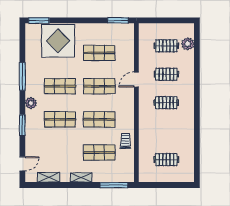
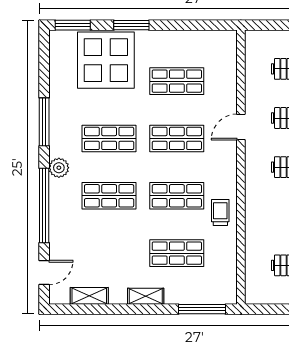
window: (118, 20) -> (131, 25), moved
window: (22, 125) -> (44, 206), width x2.11
trolley: (125, 141) -> (220, 213), moved

